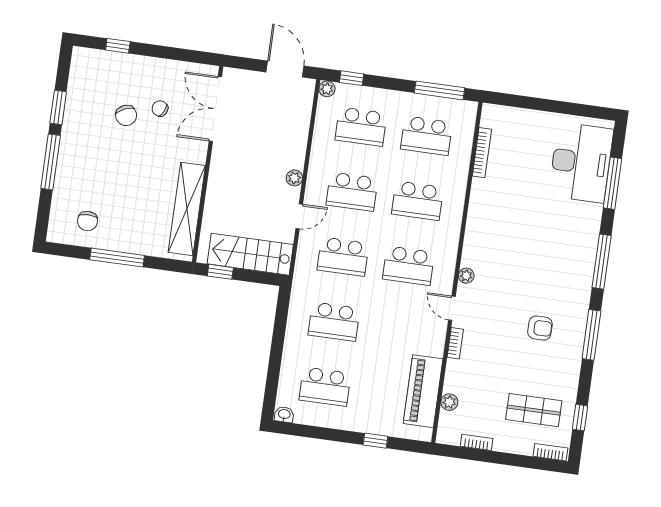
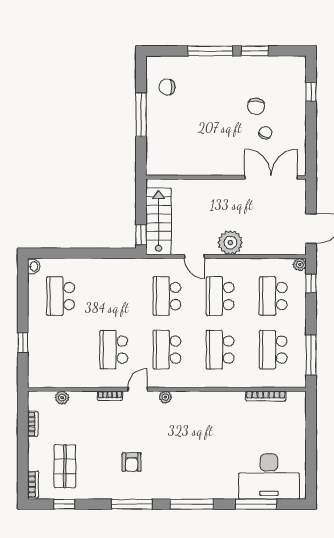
chair: (126, 115) -> (256, 106), turned -62
plant: (294, 178) -> (230, 243), width x1.87, depth x1.87
shelving: (187, 209) -> (188, 165), removed
window: (220, 272) -> (141, 235), moved
school desk: (334, 322) -> (114, 350), moved
piano: (423, 391) -> (68, 375), removed

